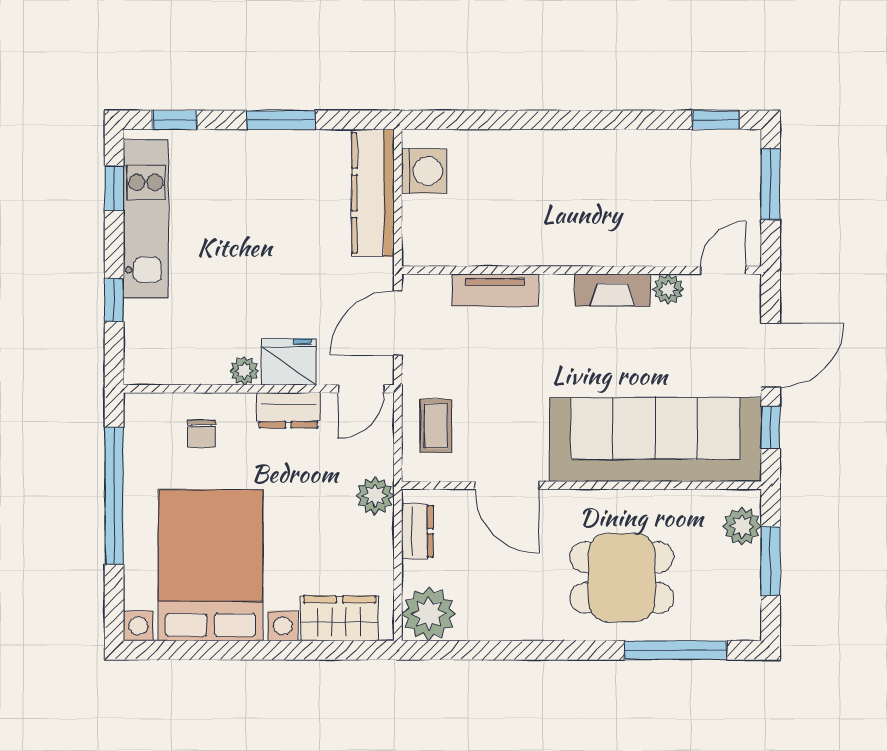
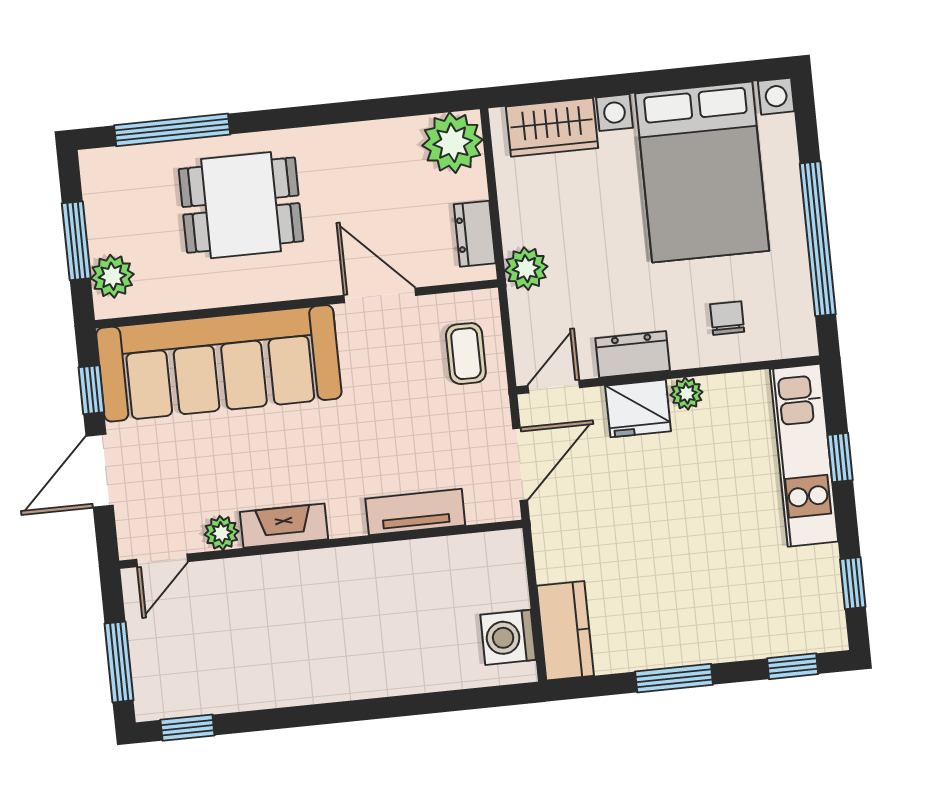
kitchen counter: (373, 193) -> (565, 631), width x0.67
kitchen unit: (146, 219) -> (804, 455), moved

